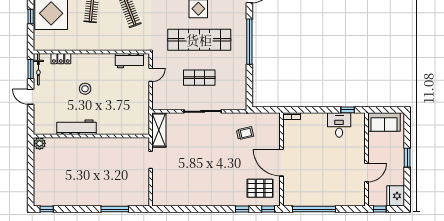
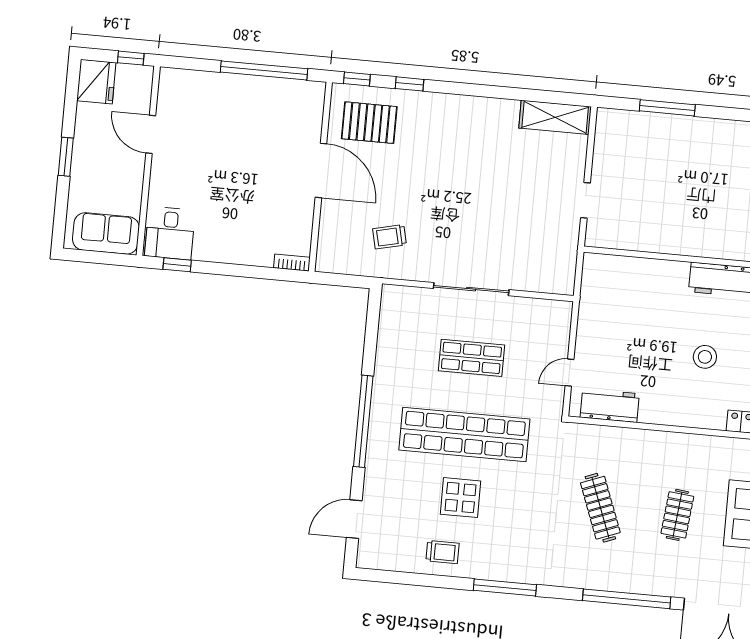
desk: (339, 125) -> (170, 233), moved
shelving: (159, 130) -> (555, 117), moved, turned 90
door: (367, 172) -> (151, 134), hinge flipped

